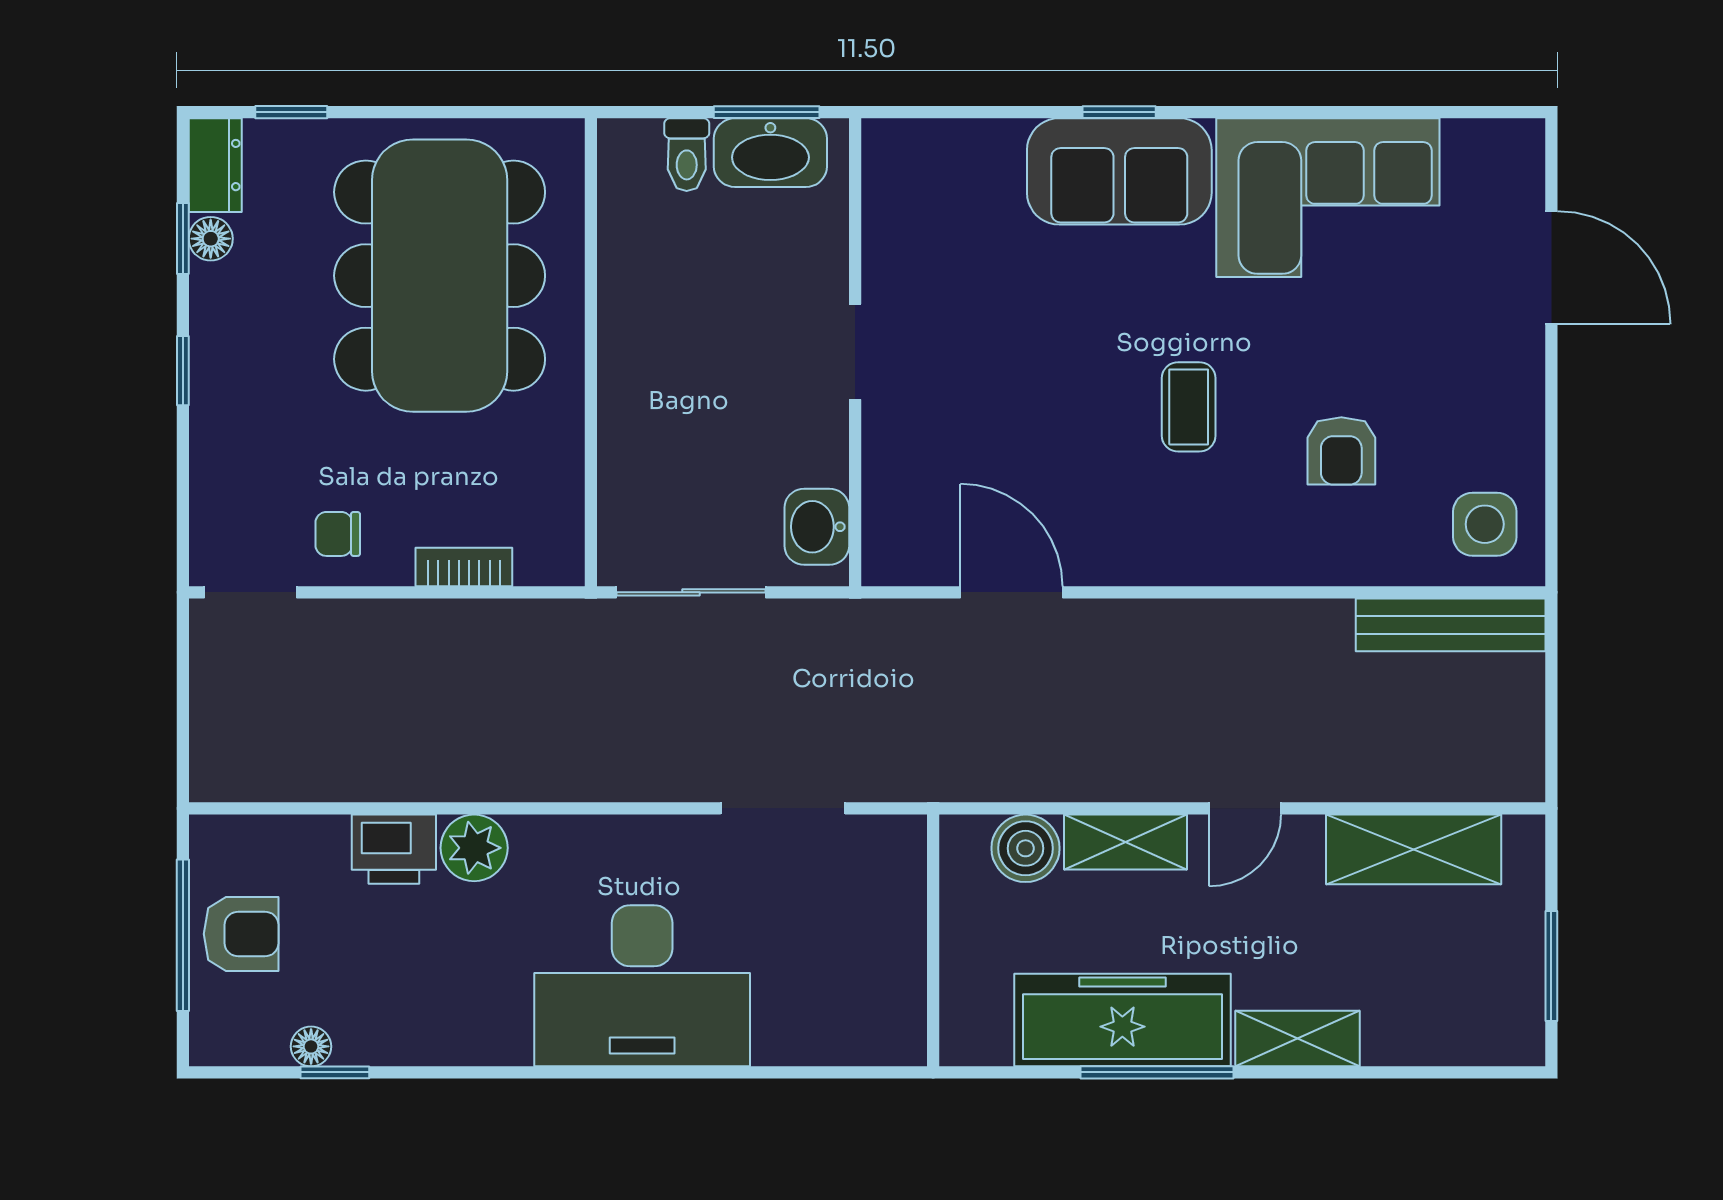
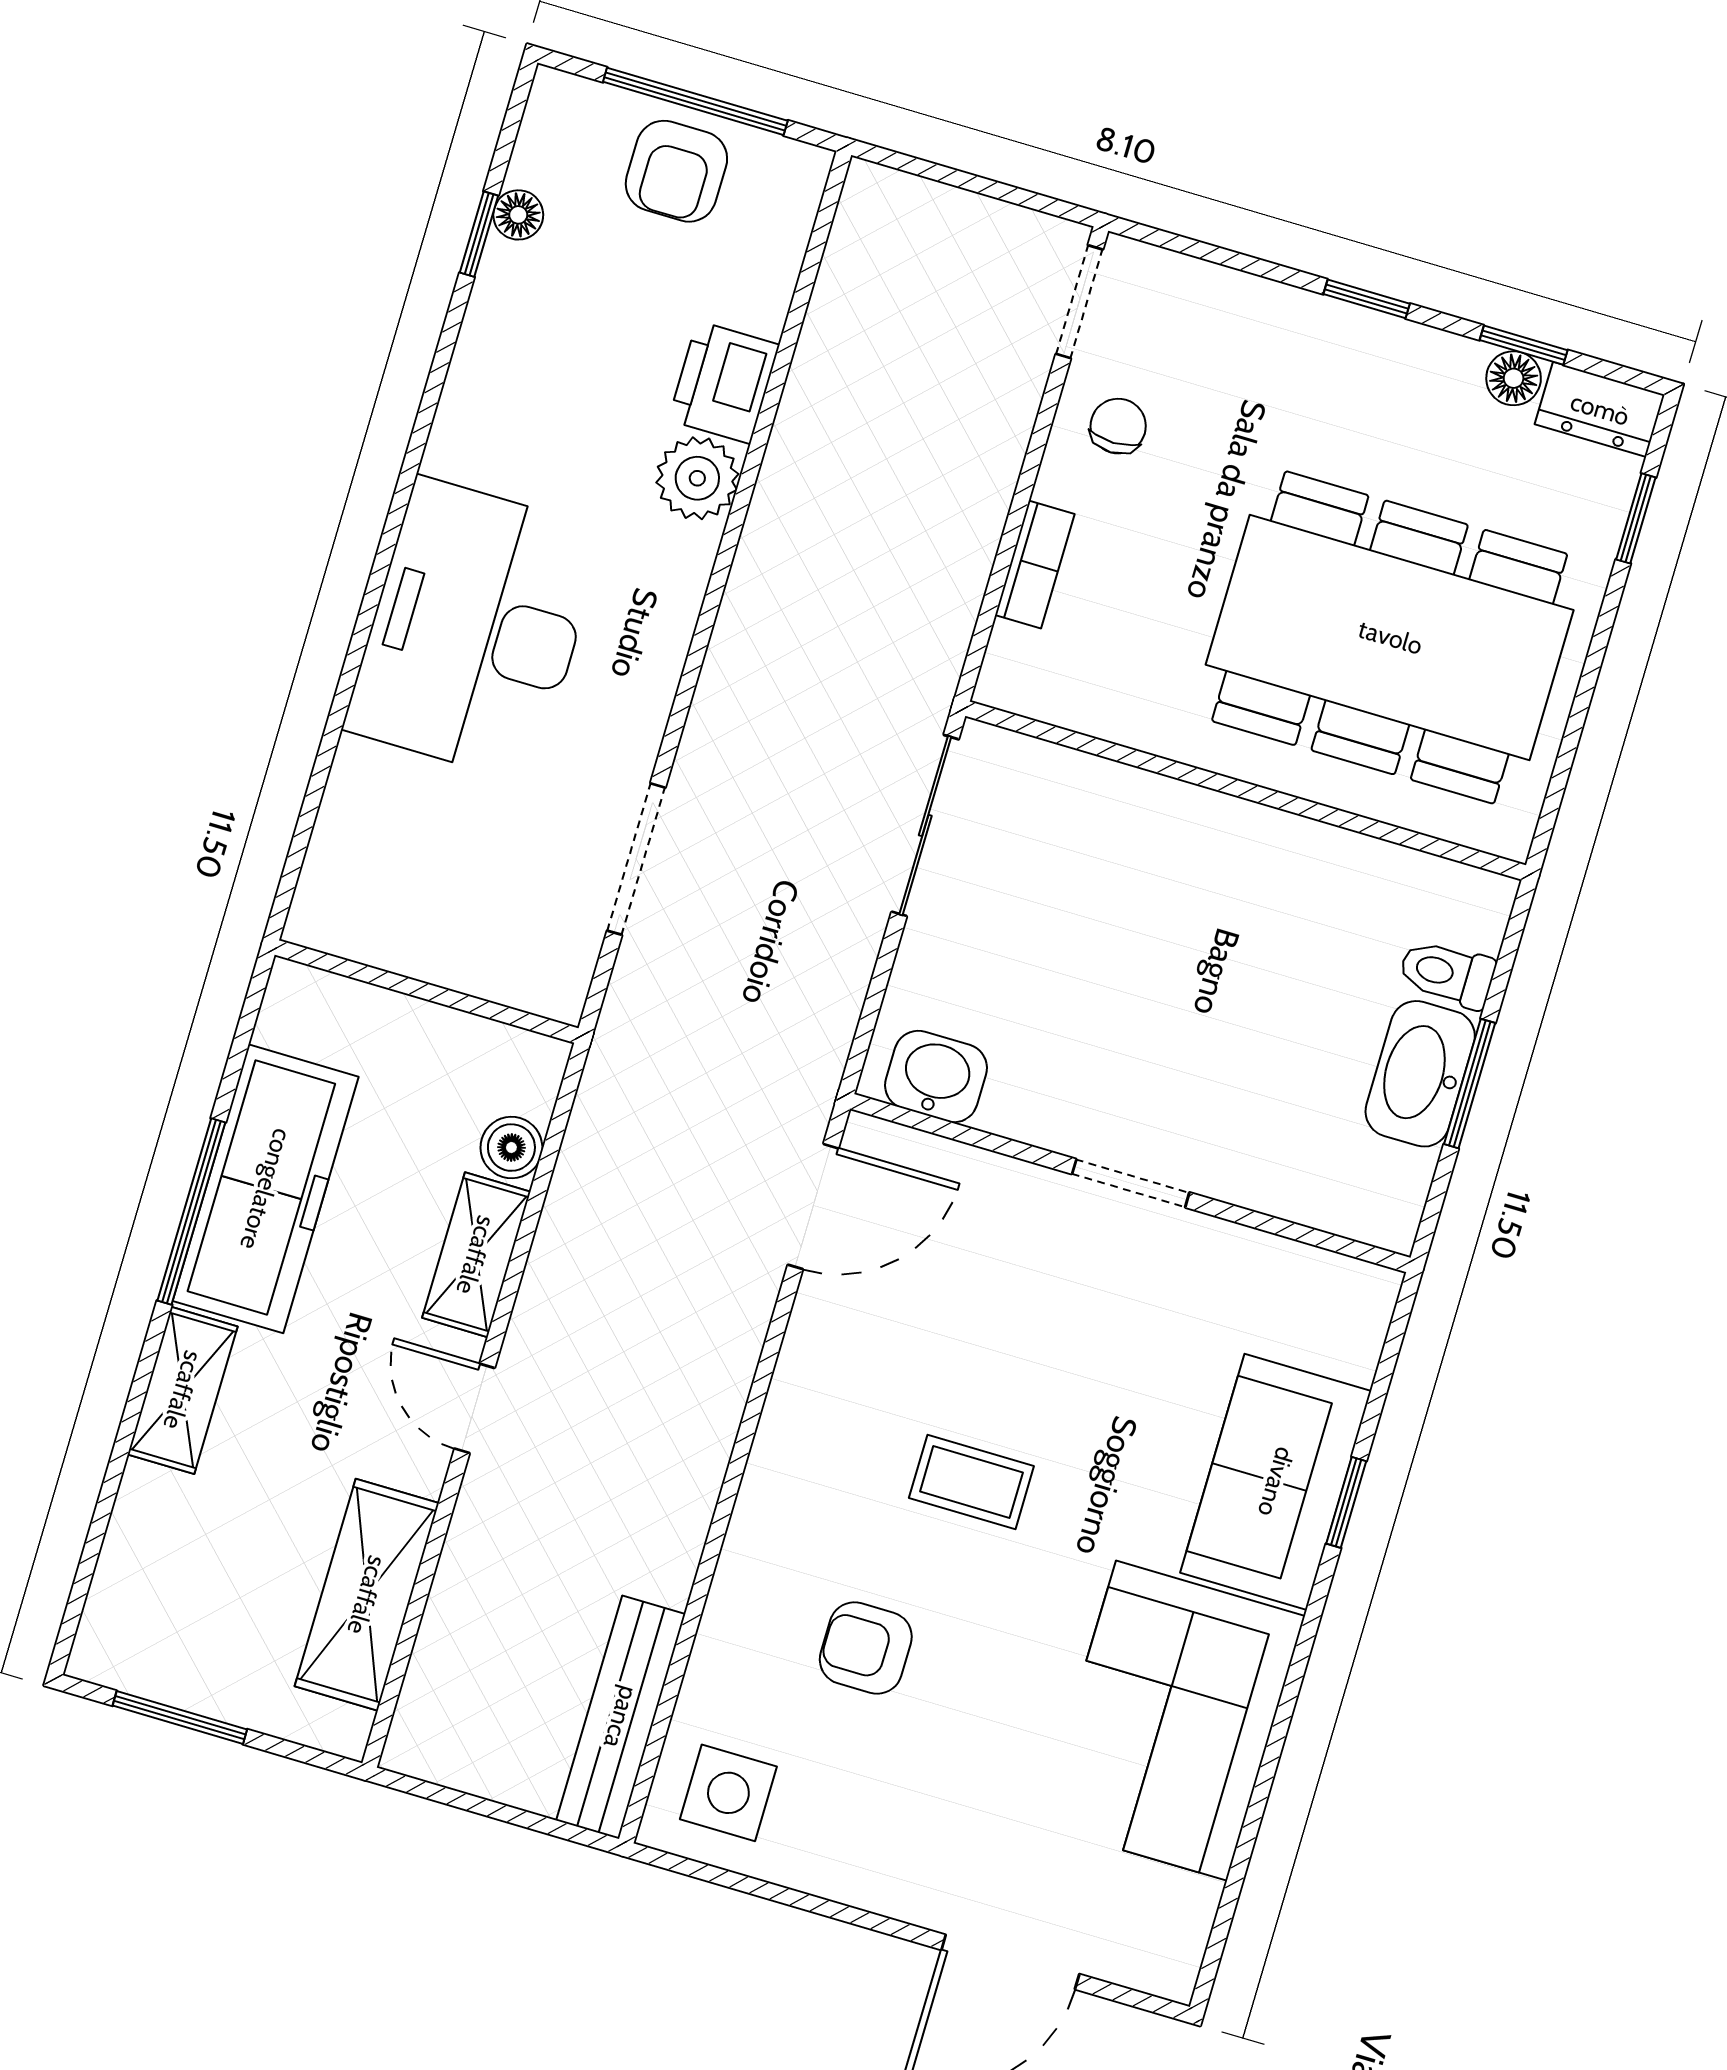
doorway: (855, 352) -> (1131, 1183), moved
wall: (855, 352) -> (1130, 1183), moved
washbasin: (817, 527) -> (936, 1077), moved
boiler: (1026, 848) -> (511, 1148), width x0.73, depth x0.73

